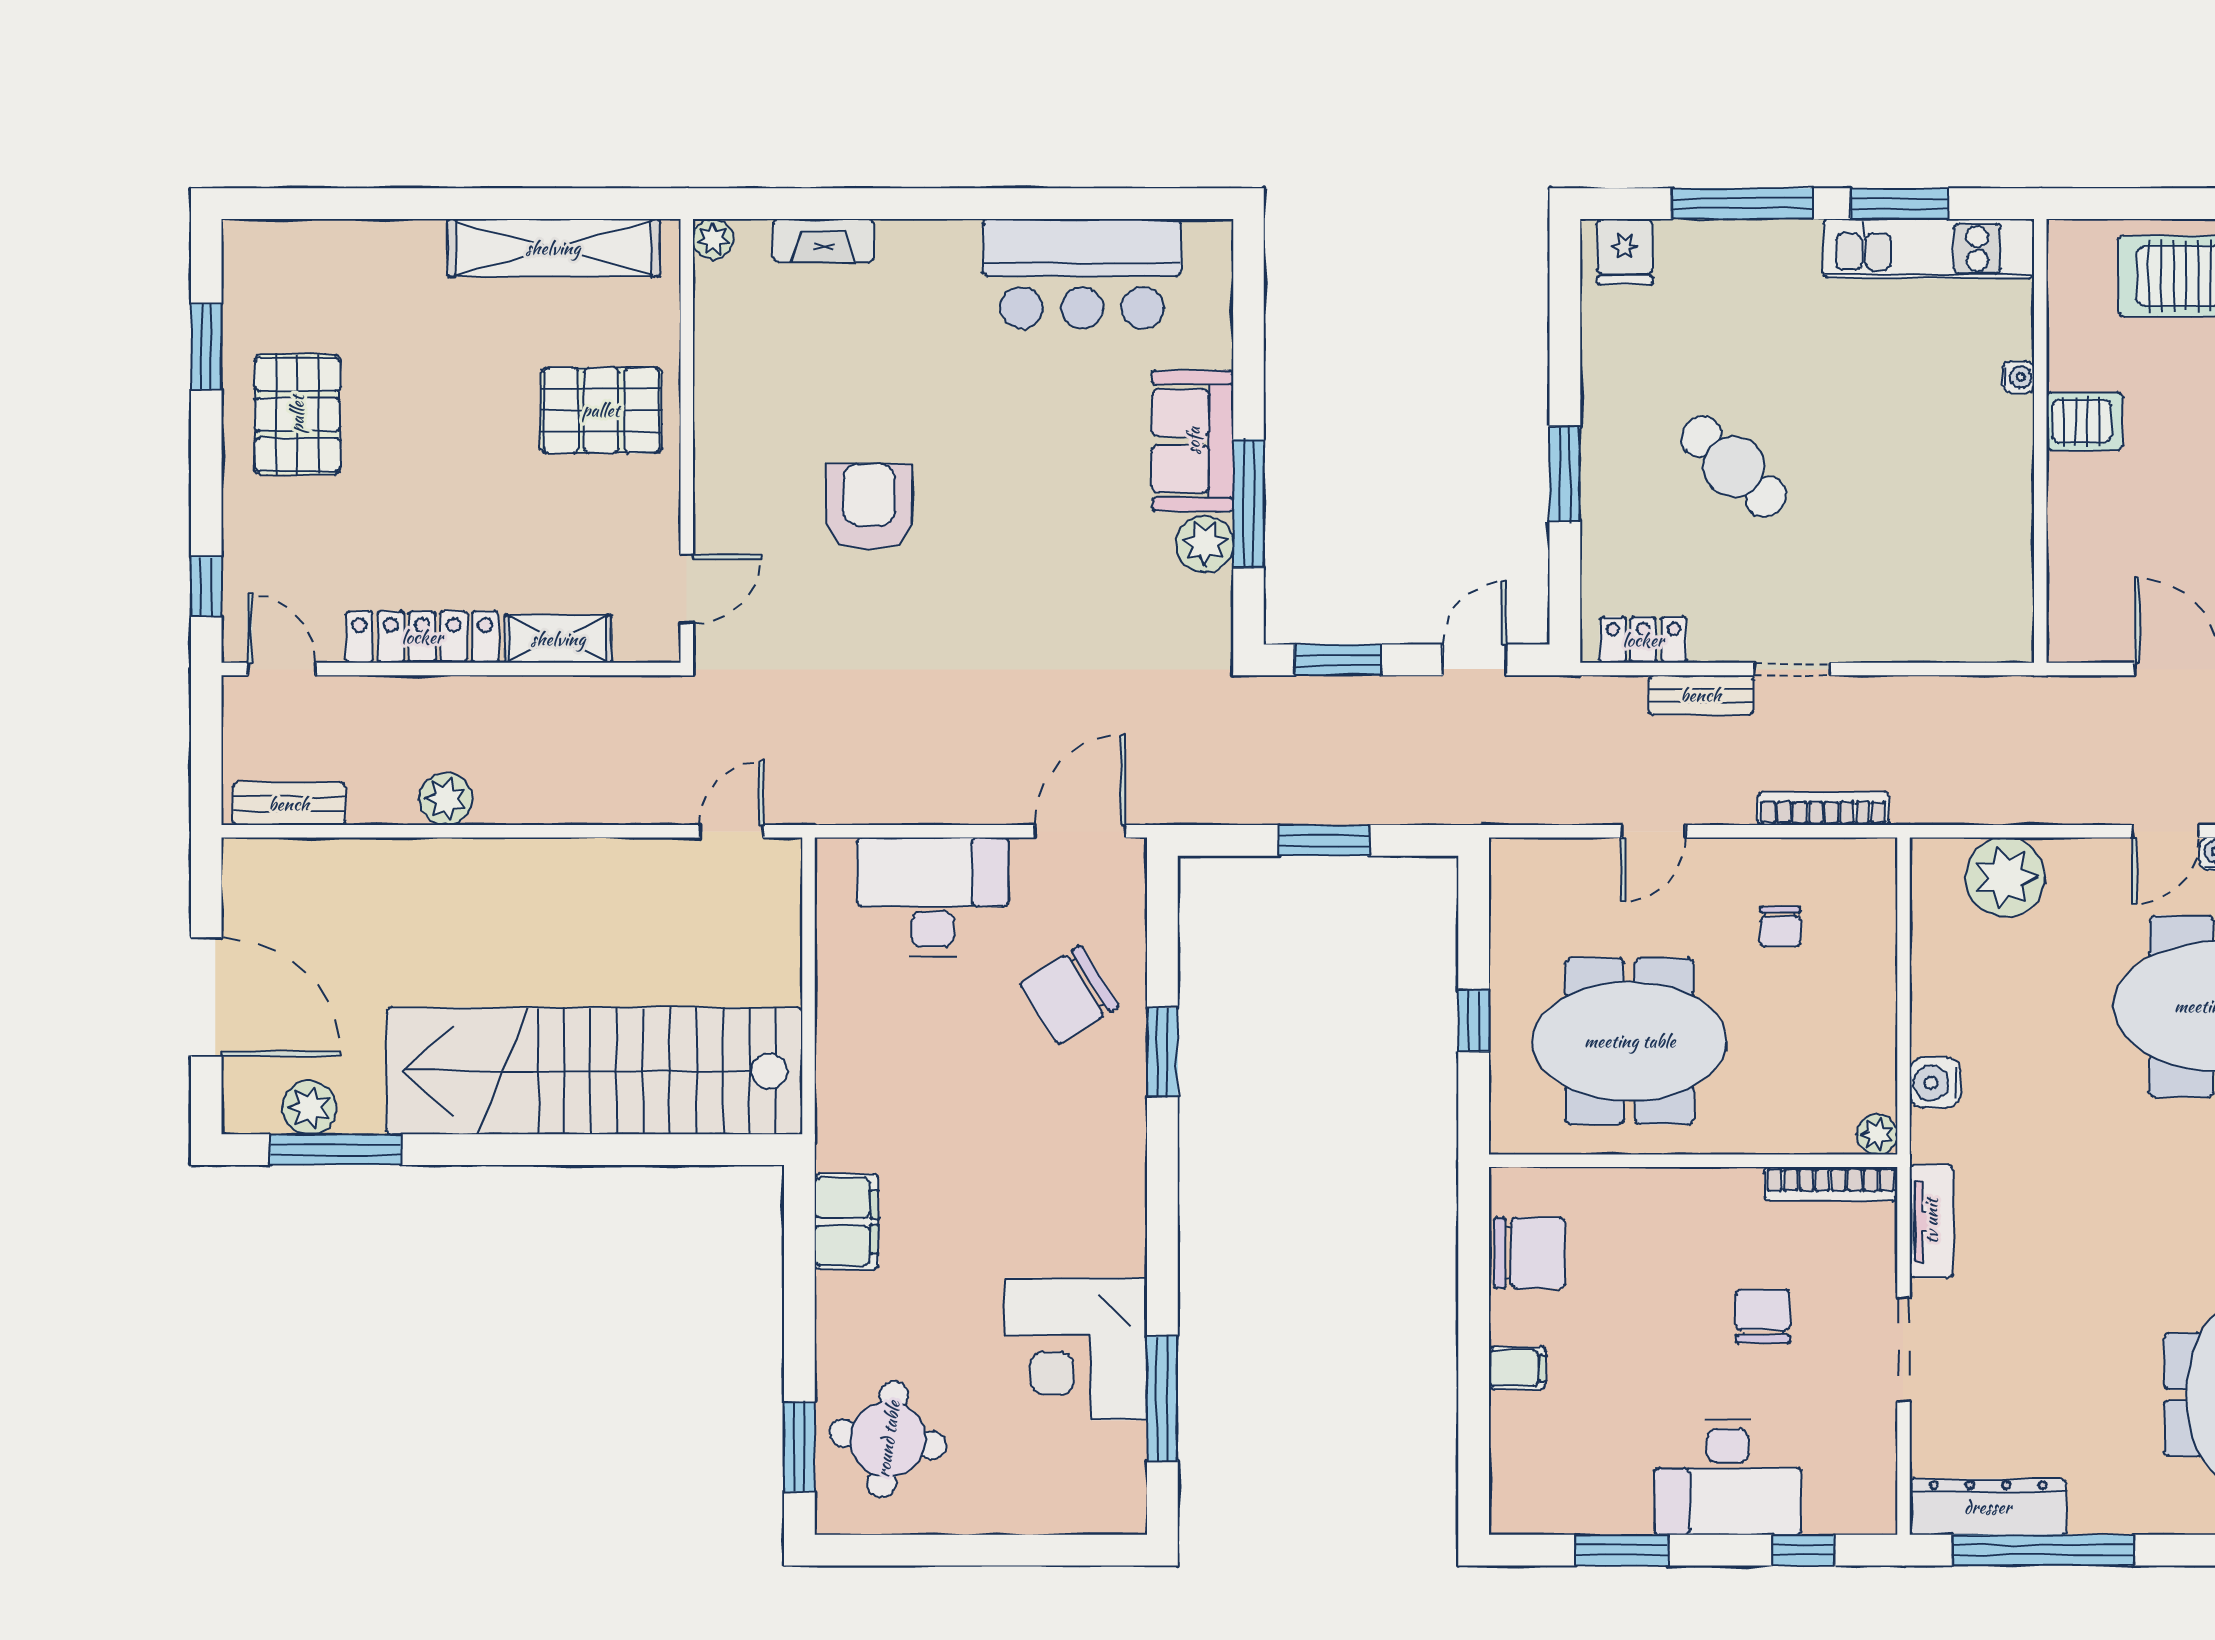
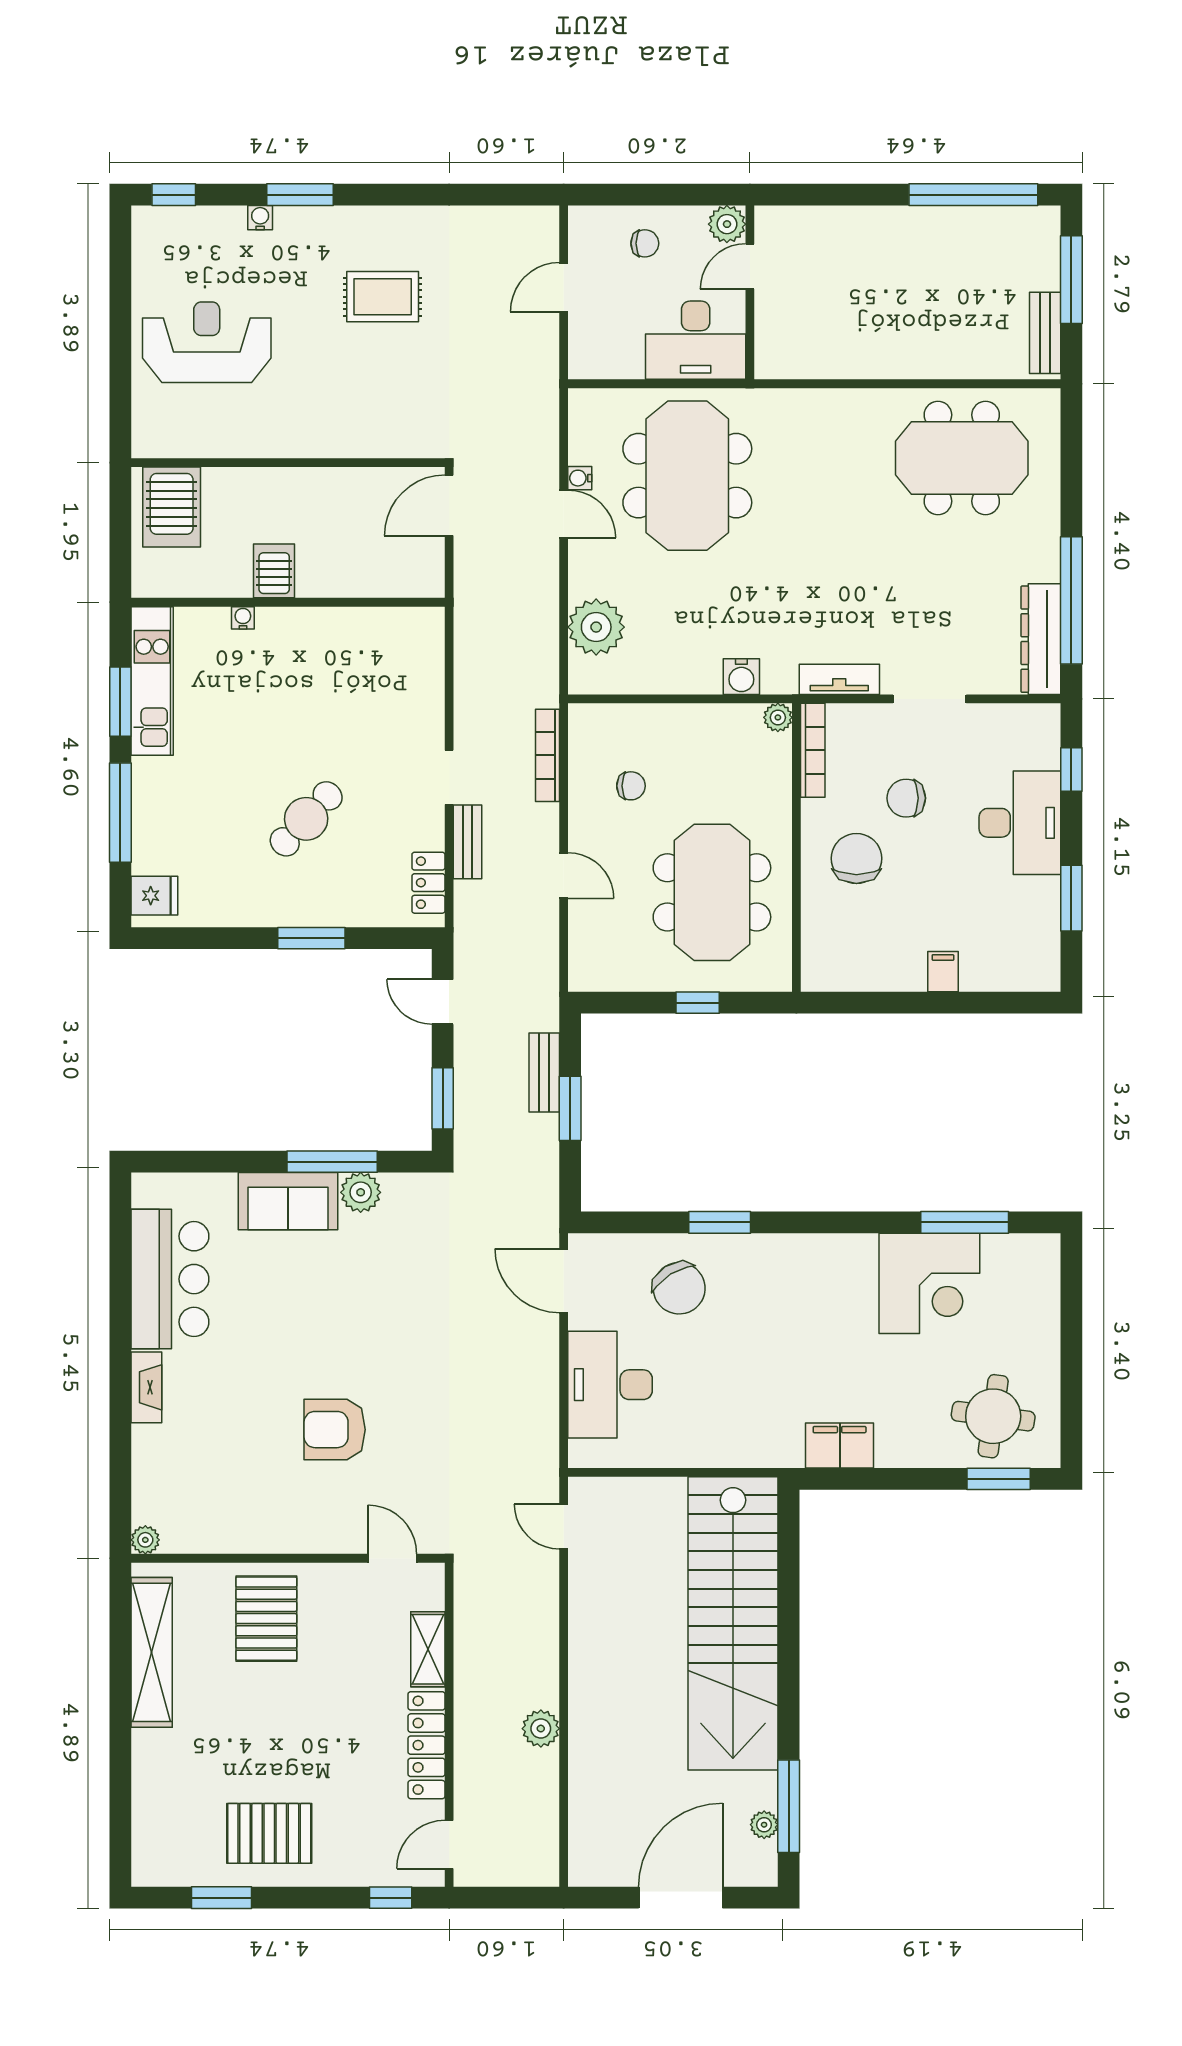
fireplace: (824, 240) -> (146, 1387), moved
bench: (289, 804) -> (544, 1073), moved
plant: (310, 1108) -> (764, 1825), width x0.73, depth x0.73
chair: (1530, 1253) -> (856, 858), moved

